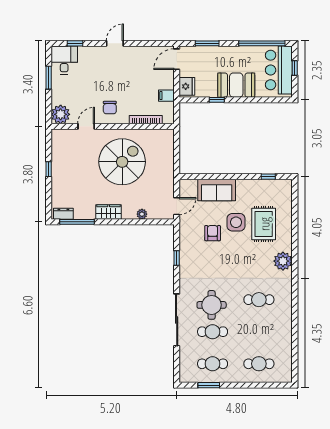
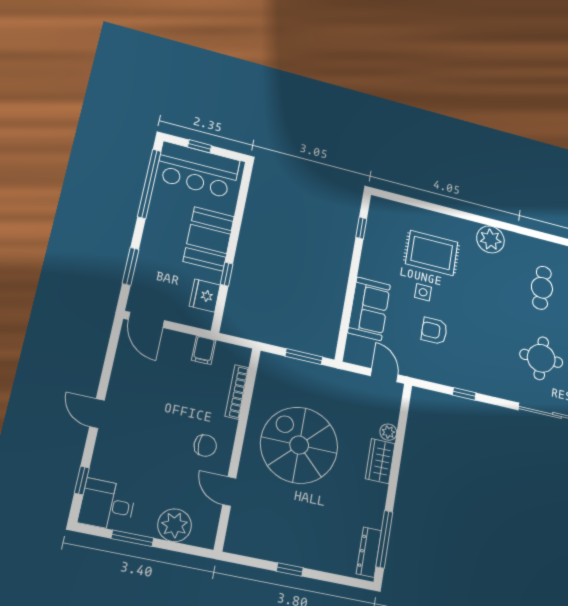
fridge: (187, 86) -> (205, 296), moved, turned -90
plant: (61, 114) -> (175, 525), moved
window: (177, 155) -> (304, 357), added
wardrobe: (109, 212) -> (380, 461), moved
dresser: (63, 214) -> (369, 552), width x1.44
side table: (236, 222) -> (423, 292), width x0.54, depth x0.54

